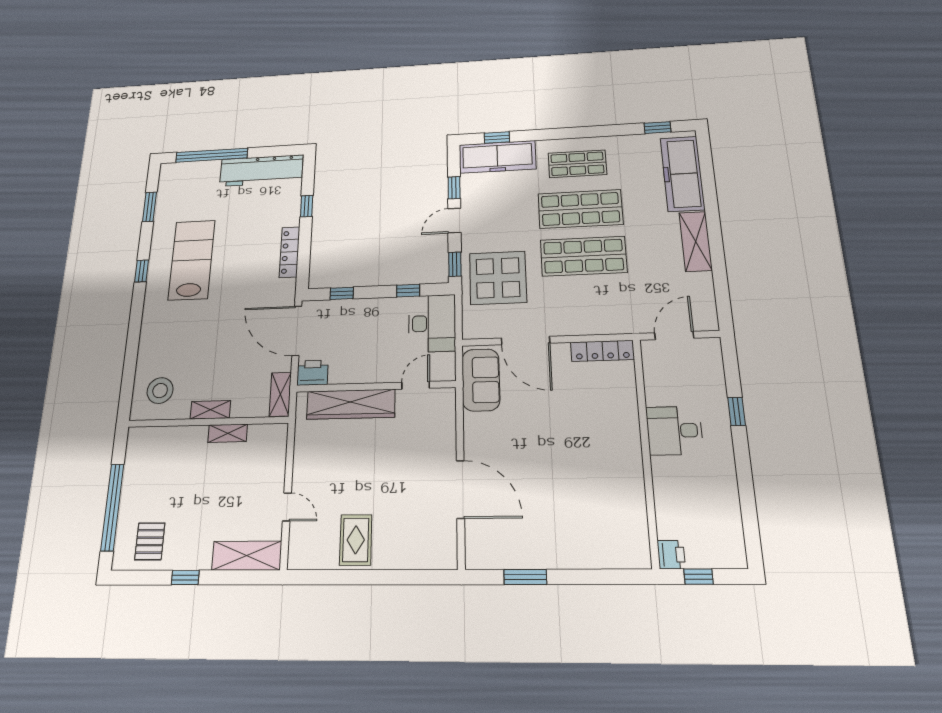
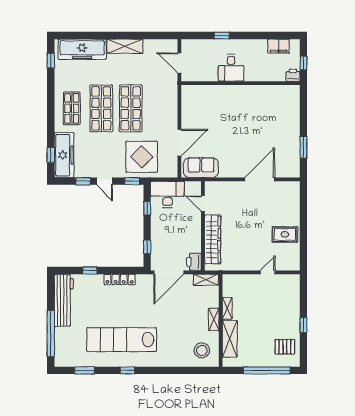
lab bench: (192, 260) -> (122, 340), width x1.36
locker: (602, 351) -> (187, 102), removed
filing cabinet: (728, 524) -> (279, 46), added
shelving: (247, 556) -> (230, 339), moved

